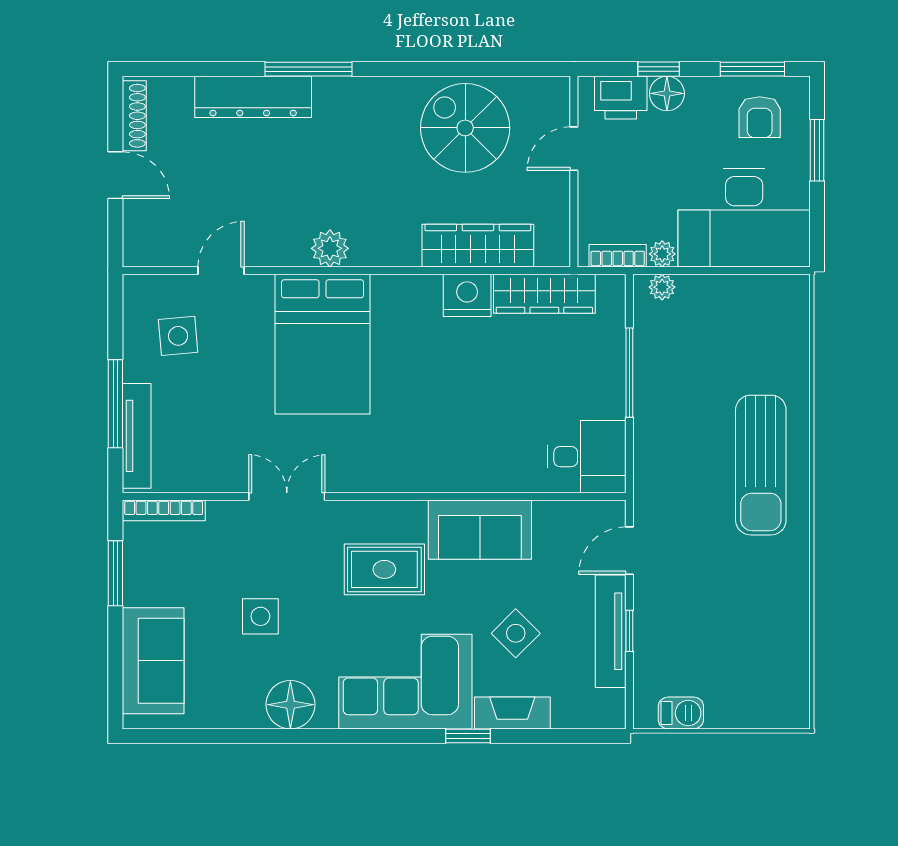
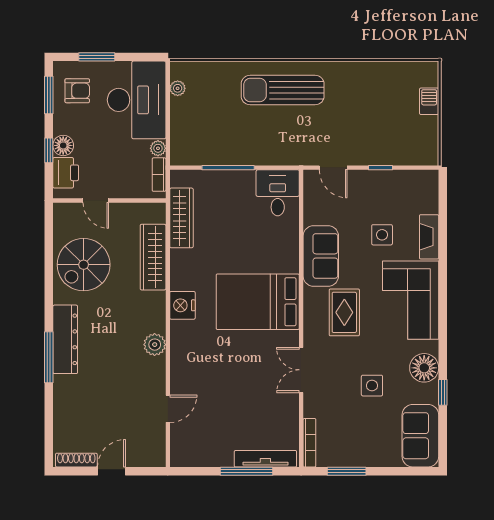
dresser: (253, 97) -> (65, 339), moved
door: (221, 271) -> (168, 409), swing flipped
plant: (662, 287) -> (178, 88), moved
nightstand: (467, 295) -> (182, 305), moved
side table: (178, 336) -> (206, 434), removed
bed: (323, 344) -> (258, 302), moved, turned 180
sun lounger: (761, 465) -> (283, 90), turned 180
tv unit: (611, 631) -> (381, 179), removed
side table: (516, 633) -> (382, 235), turned 45
sofa: (153, 661) -> (420, 436), moved, turned -90
barbecue: (681, 713) -> (429, 101), moved
window: (468, 736) -> (443, 392), moved

